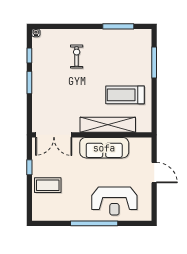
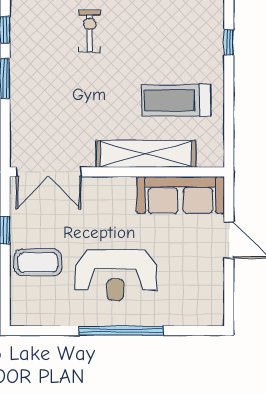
window: (154, 62) -> (229, 42), width x0.46
sofa: (104, 148) -> (181, 195), moved
reception desk: (114, 201) -> (116, 275), moved

